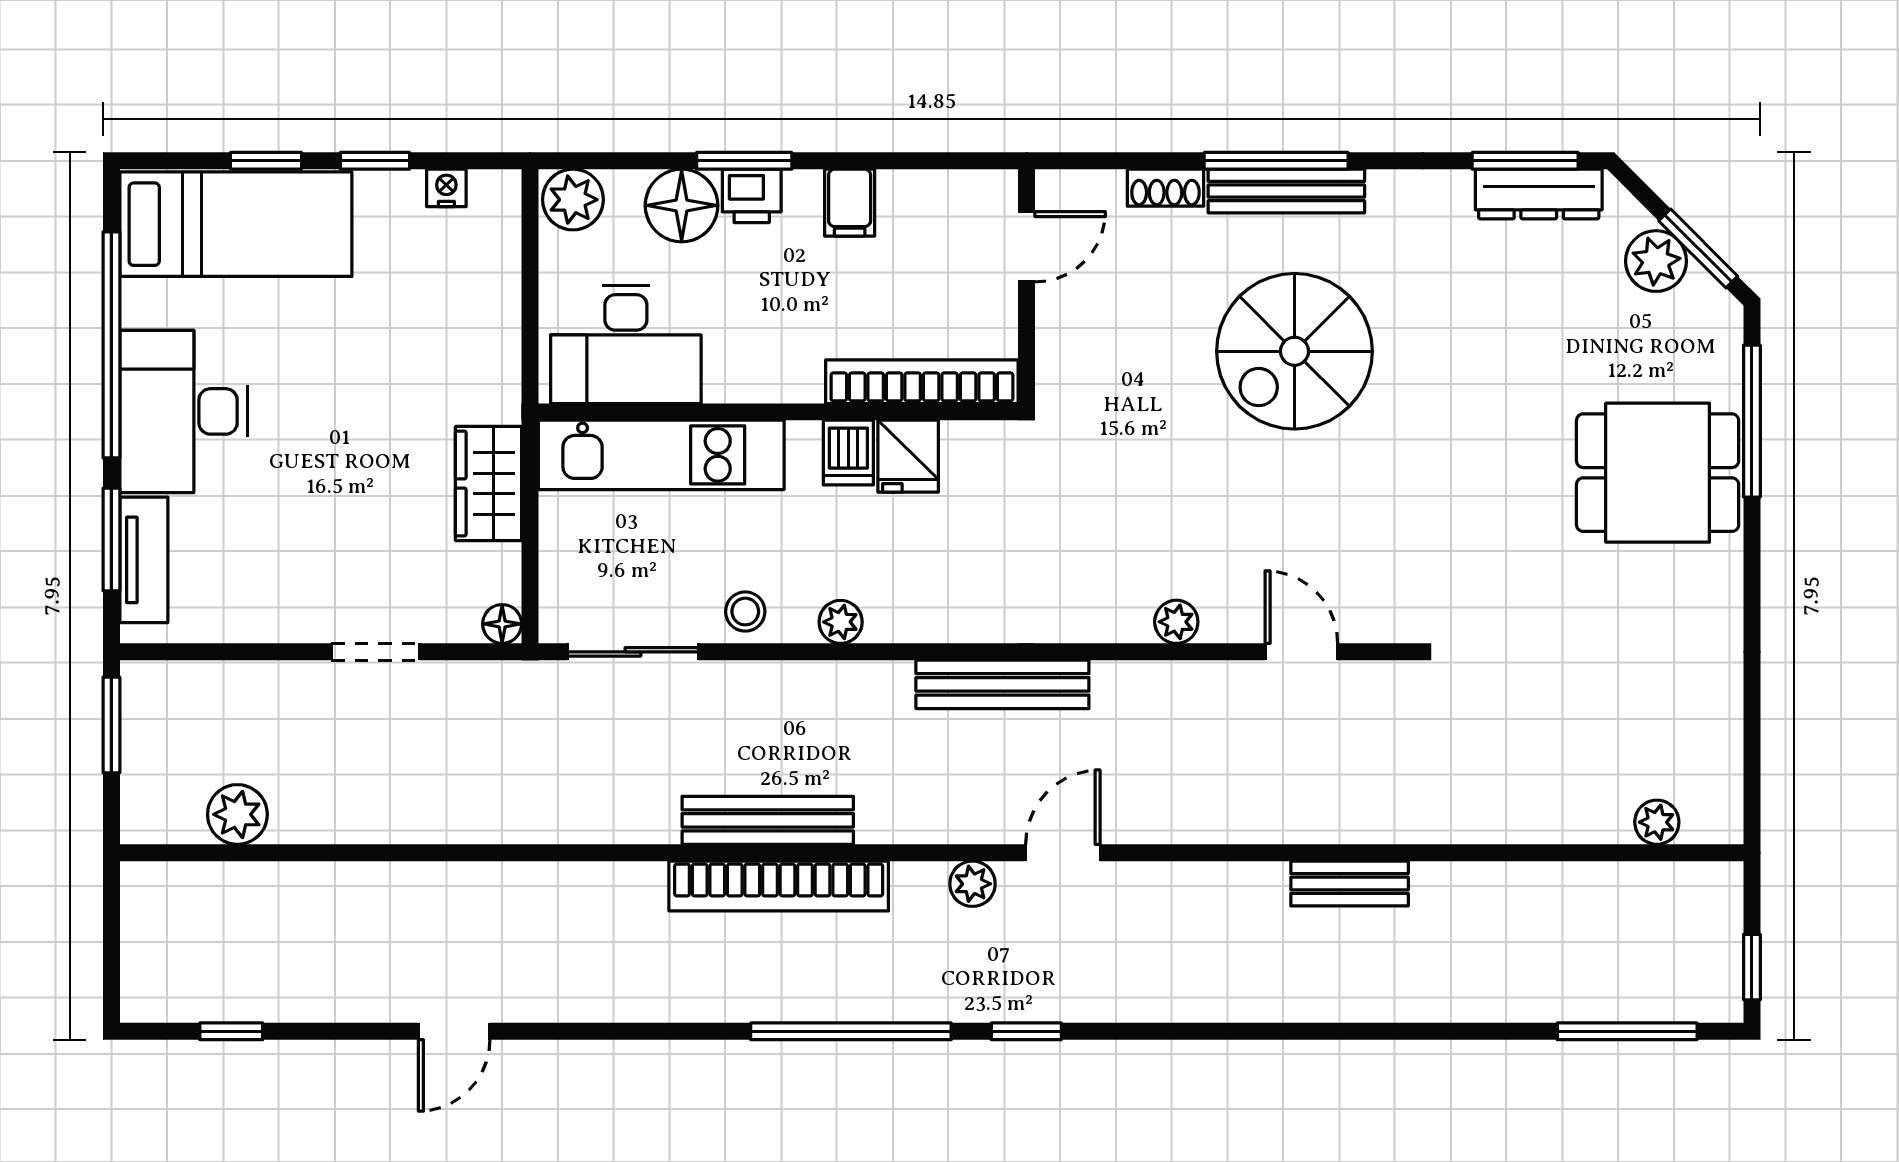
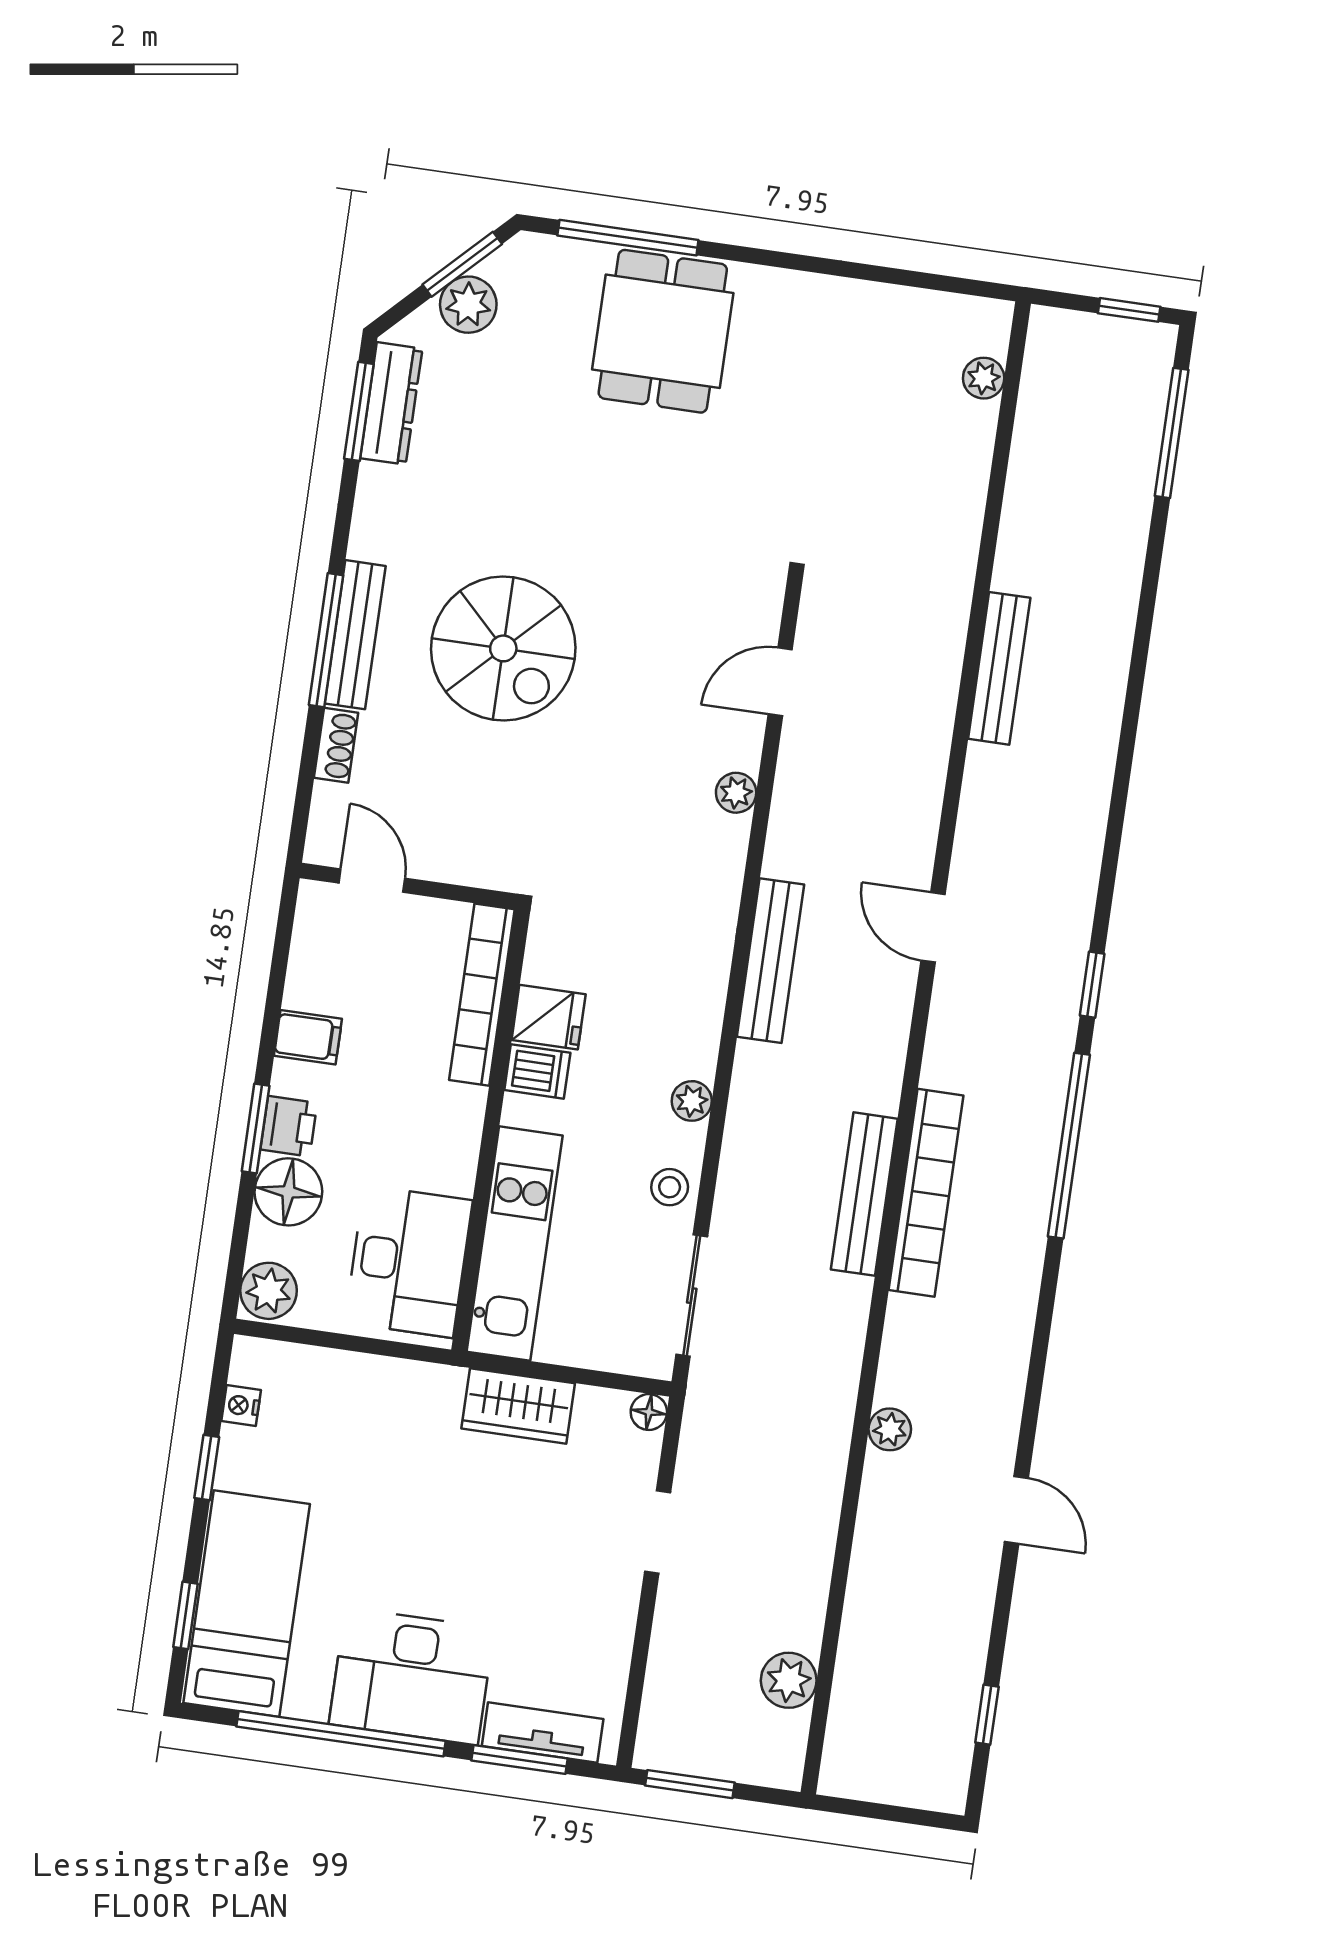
window: (266, 161) -> (185, 1615), moved
bench: (1350, 883) -> (999, 668), width x1.36
plant: (972, 884) -> (890, 1429), moved

